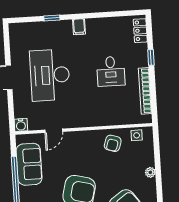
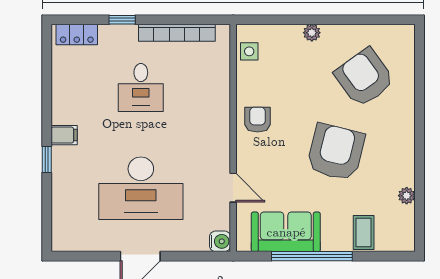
window: (52, 18) -> (47, 159), moved
desk: (111, 71) -> (141, 88), turned 90
armchair: (113, 143) -> (257, 120), moved, turned -108

